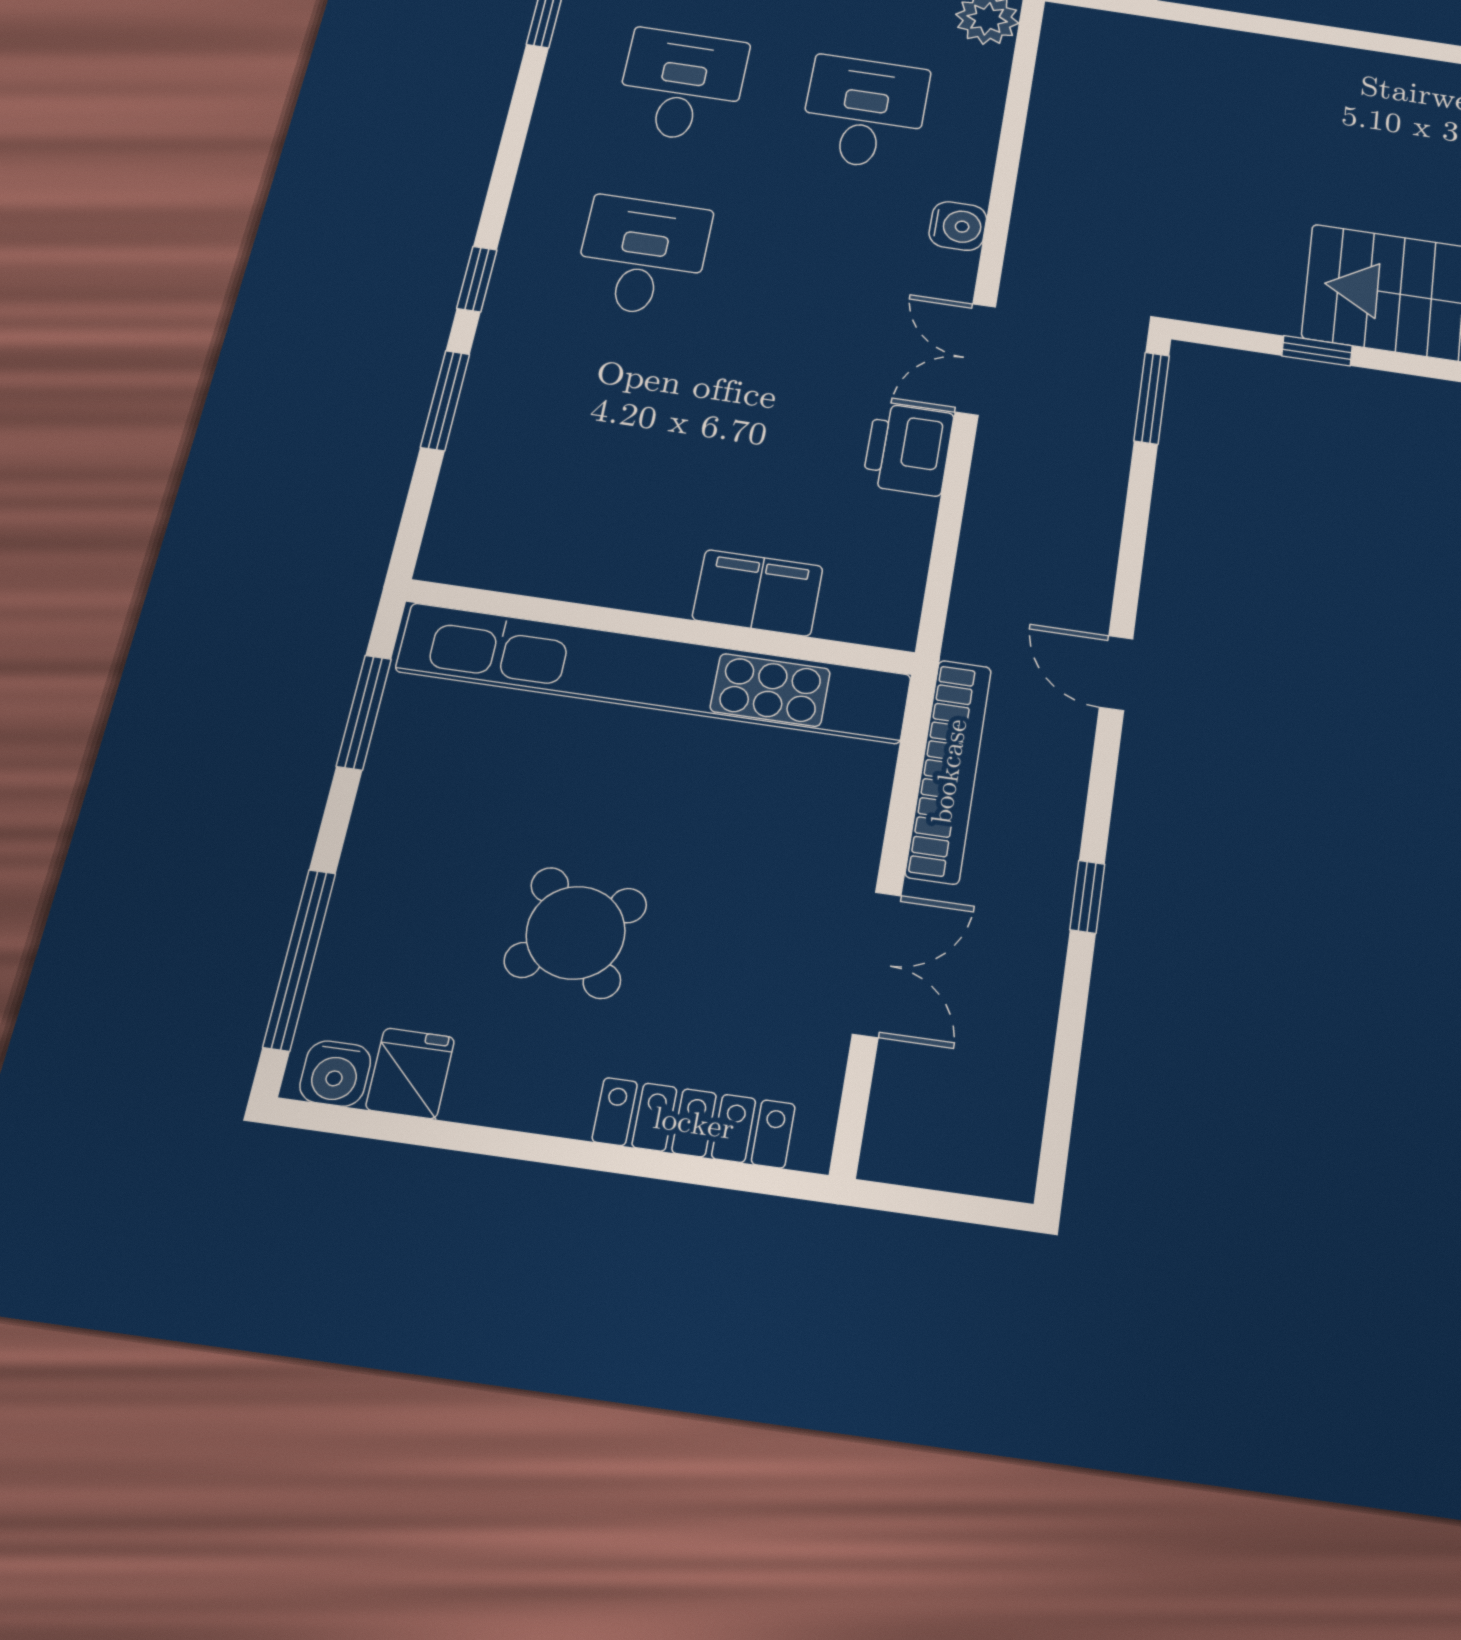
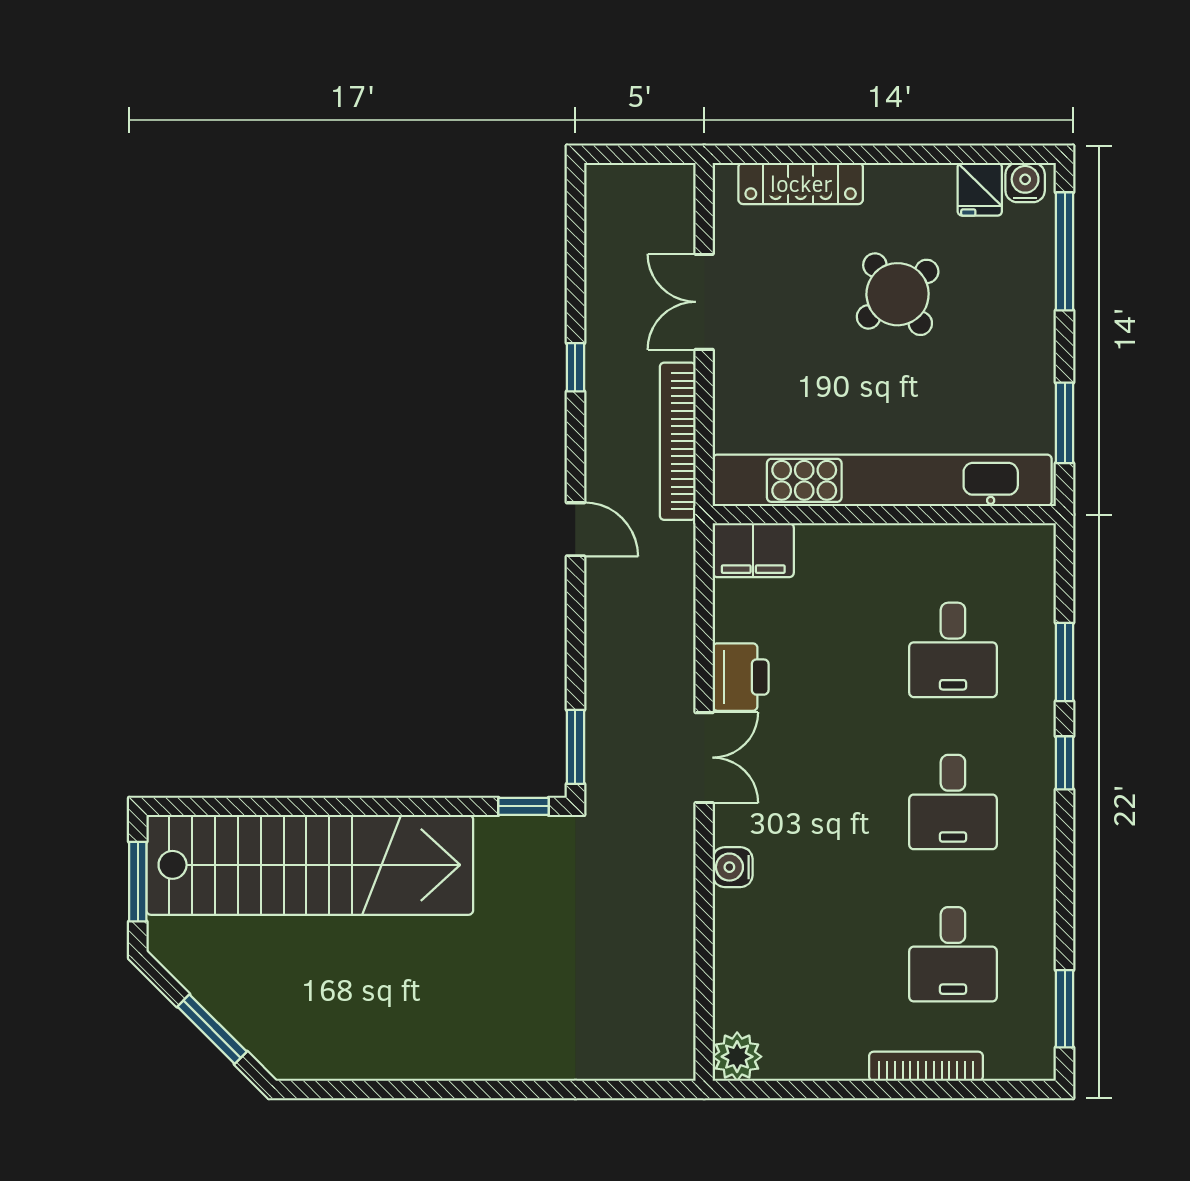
desk: (864, 113) -> (953, 650), moved
window: (1317, 351) -> (523, 806), moved
filing cabinet: (758, 593) -> (753, 550), moved

